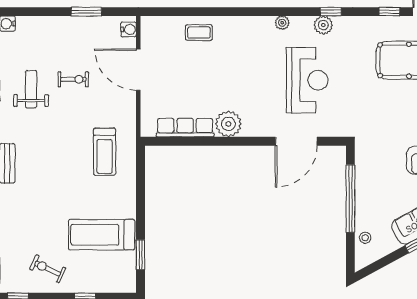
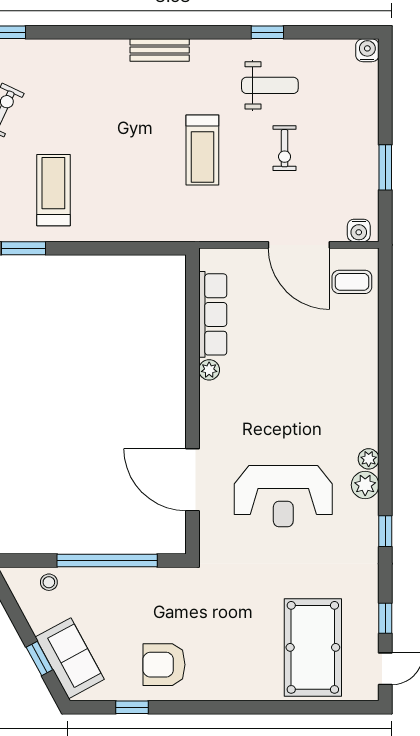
plant: (323, 25) -> (365, 485), moved
coffee table: (199, 33) -> (352, 282), moved, turned 90
door: (138, 70) -> (299, 245), swing flipped
plant: (228, 124) -> (209, 370), width x0.53, depth x0.53
treadmill: (105, 152) -> (202, 150), moved, turned -90
treadmill: (102, 235) -> (53, 190), width x0.73, depth x0.73

